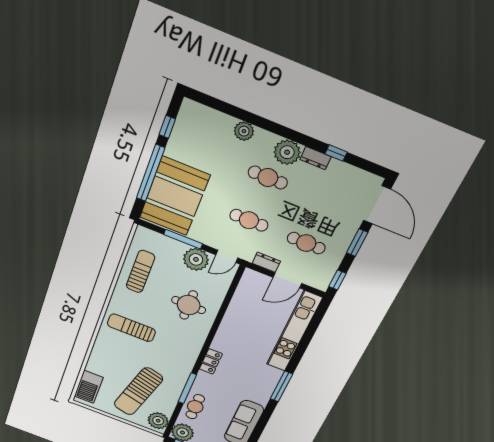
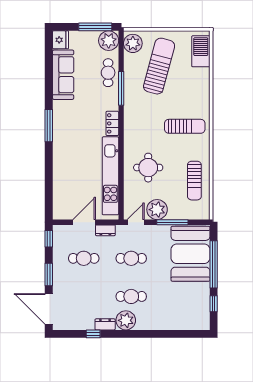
plant: (244, 131) -> (161, 323), removed
kitchen unit: (294, 332) -> (110, 176), moved, turned 180

